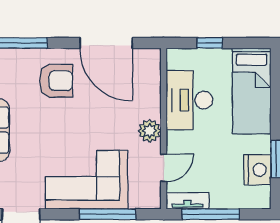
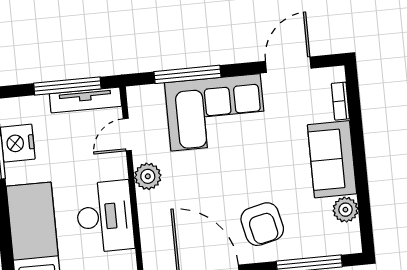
armchair: (56, 81) -> (262, 224), turned -103
tv unit: (188, 201) -> (85, 100), width x1.41

